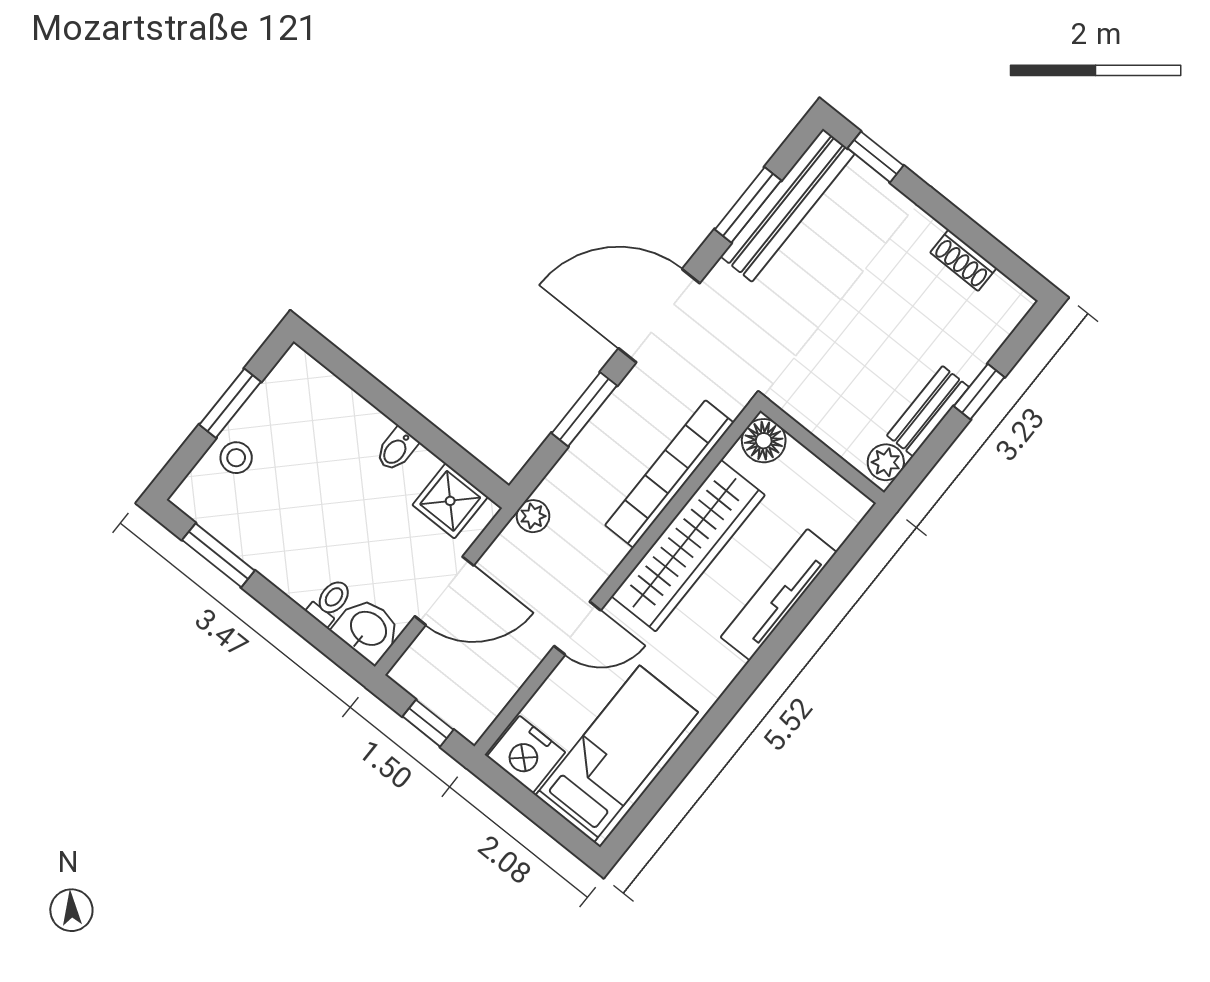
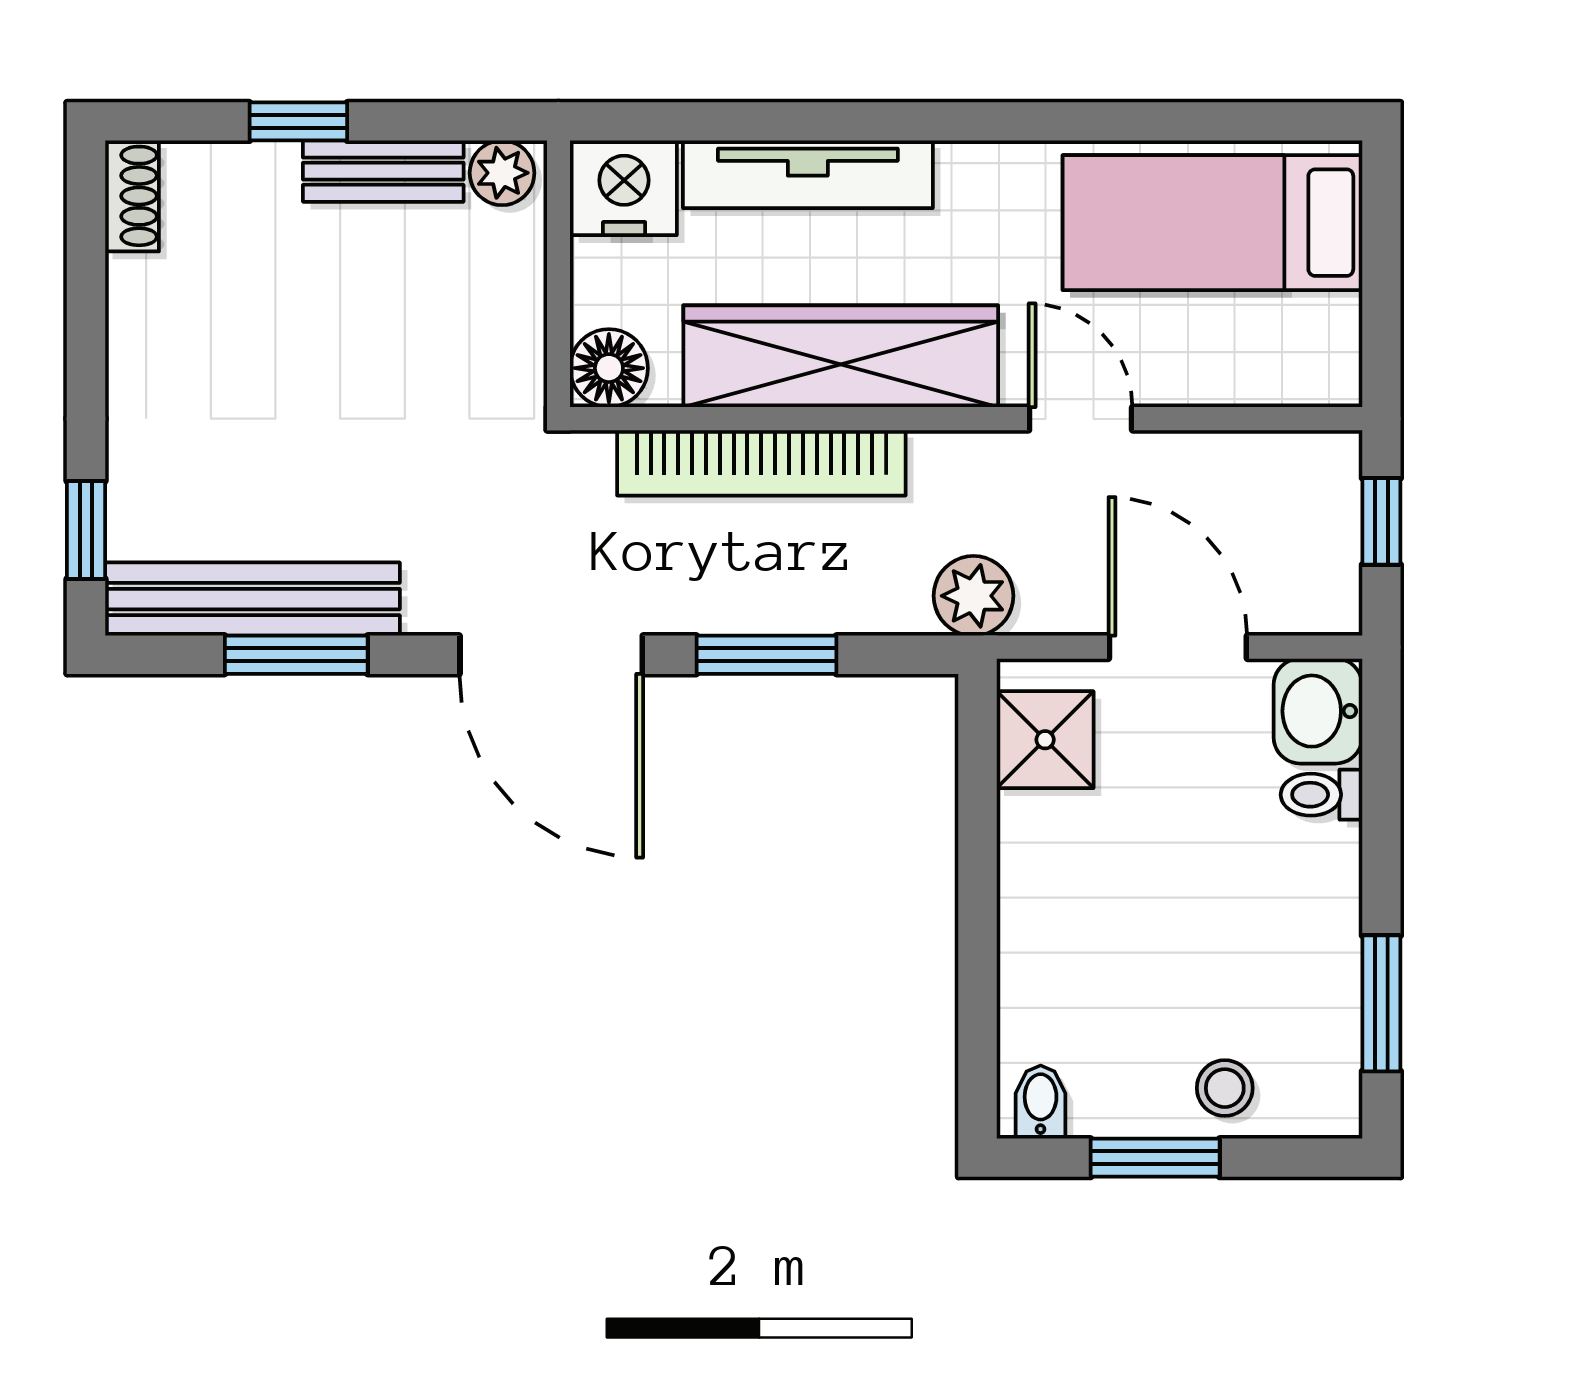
shoe rack: (963, 260) -> (132, 196), moved
bidet: (397, 449) -> (1041, 1102), moved, turned -90
plant: (533, 516) -> (973, 596), width x1.38, depth x1.38
nightstand: (526, 754) -> (624, 188), moved, turned -90

